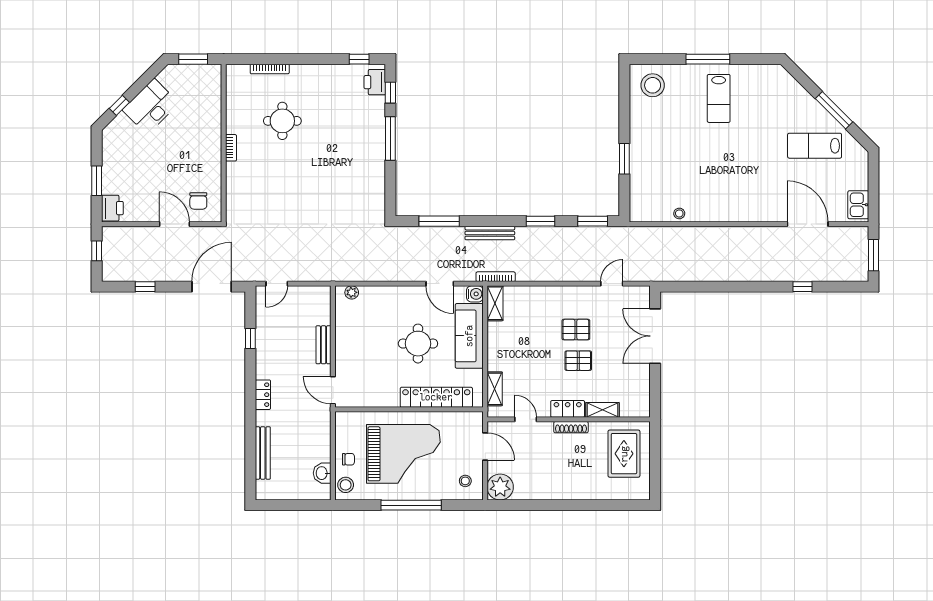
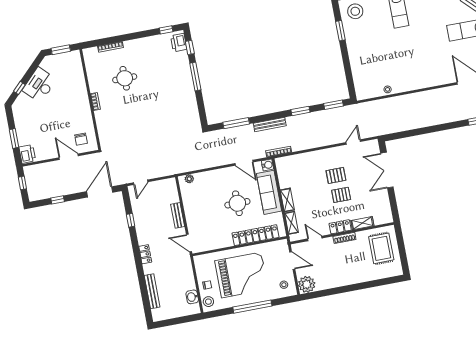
window: (624, 159) -> (340, 31), moved
shelving: (495, 303) -> (287, 200), moved

